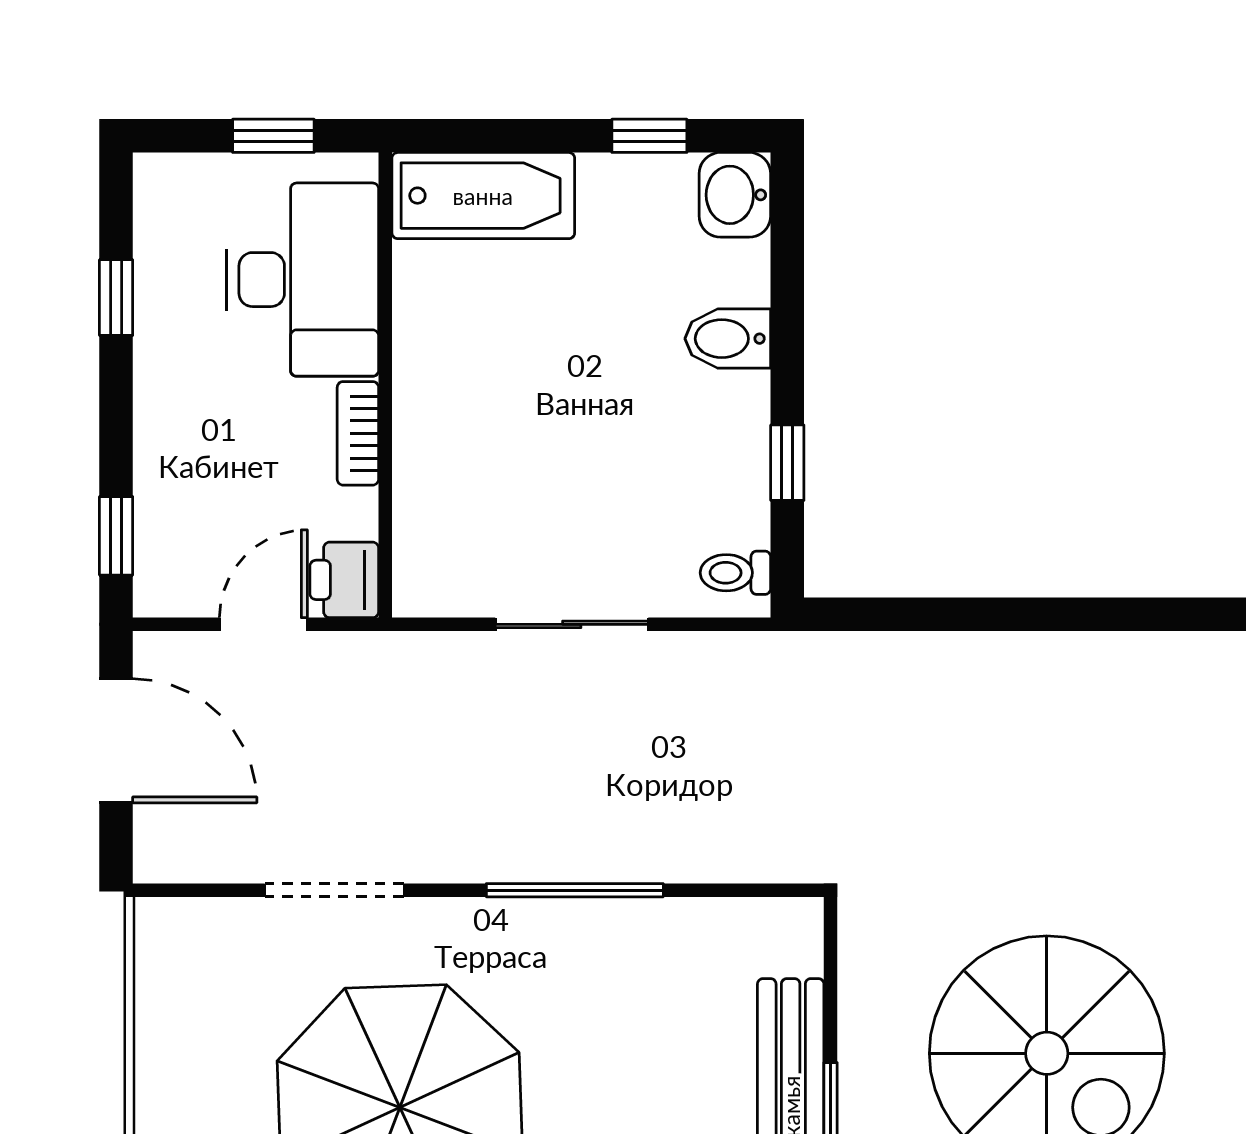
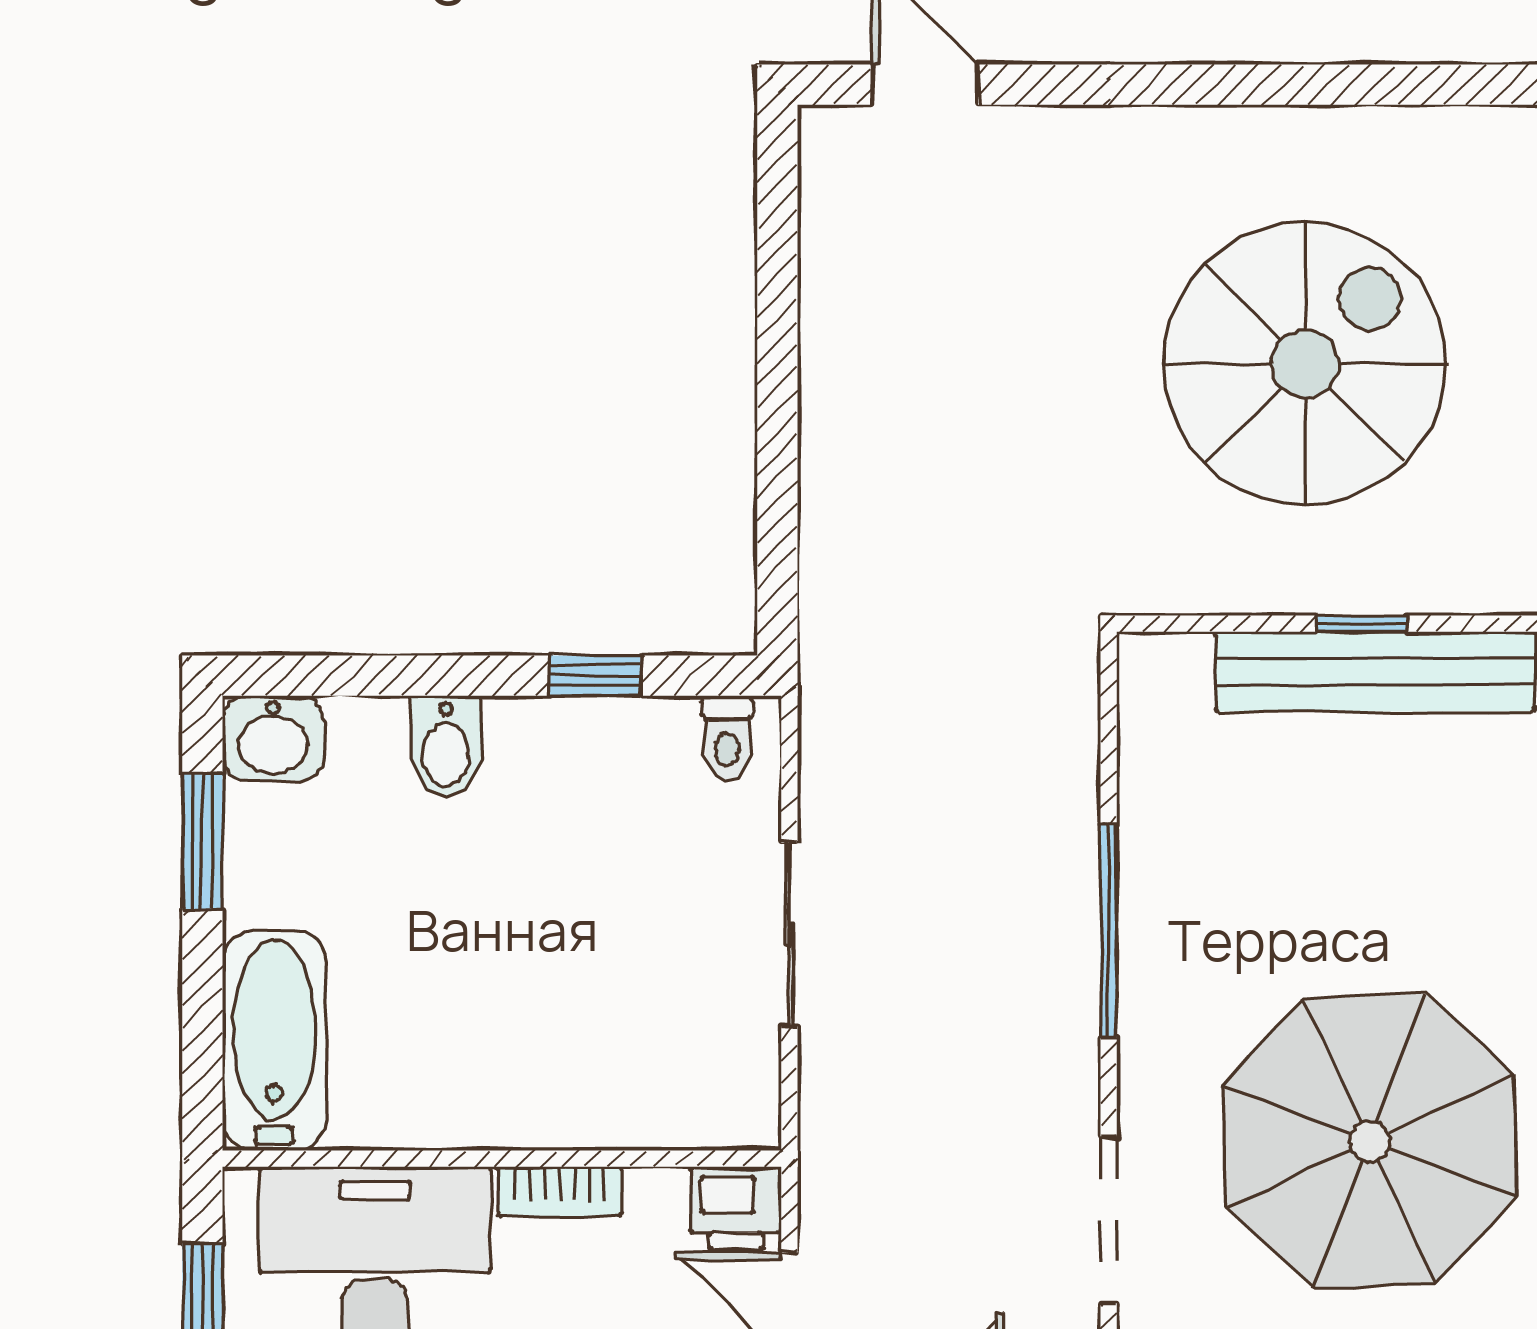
window: (649, 136) -> (202, 841), width x1.50

